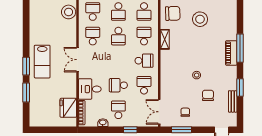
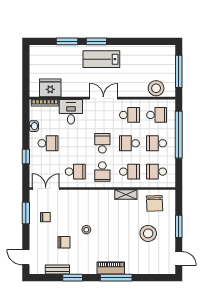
school desk: (118, 85) -> (102, 143), moved

